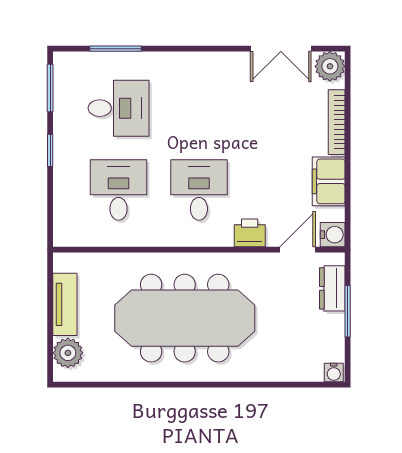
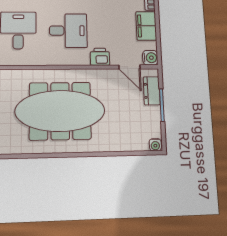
desk: (199, 190) -> (68, 31), turned 90
door: (298, 250) -> (129, 67), swing flipped

